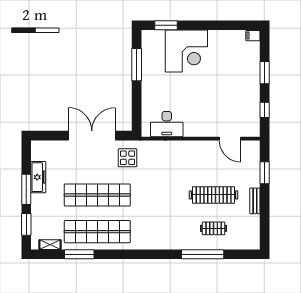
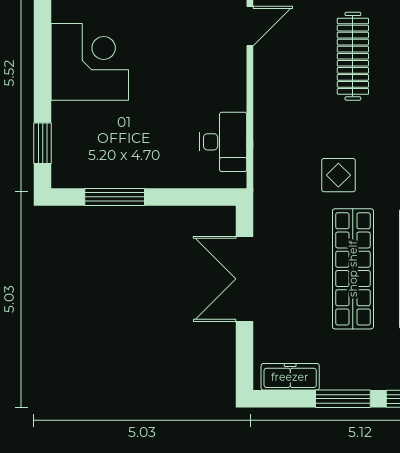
corner desk: (186, 51) -> (90, 62), moved
display table: (128, 158) -> (338, 175), moved
freezer: (38, 177) -> (290, 377), moved

